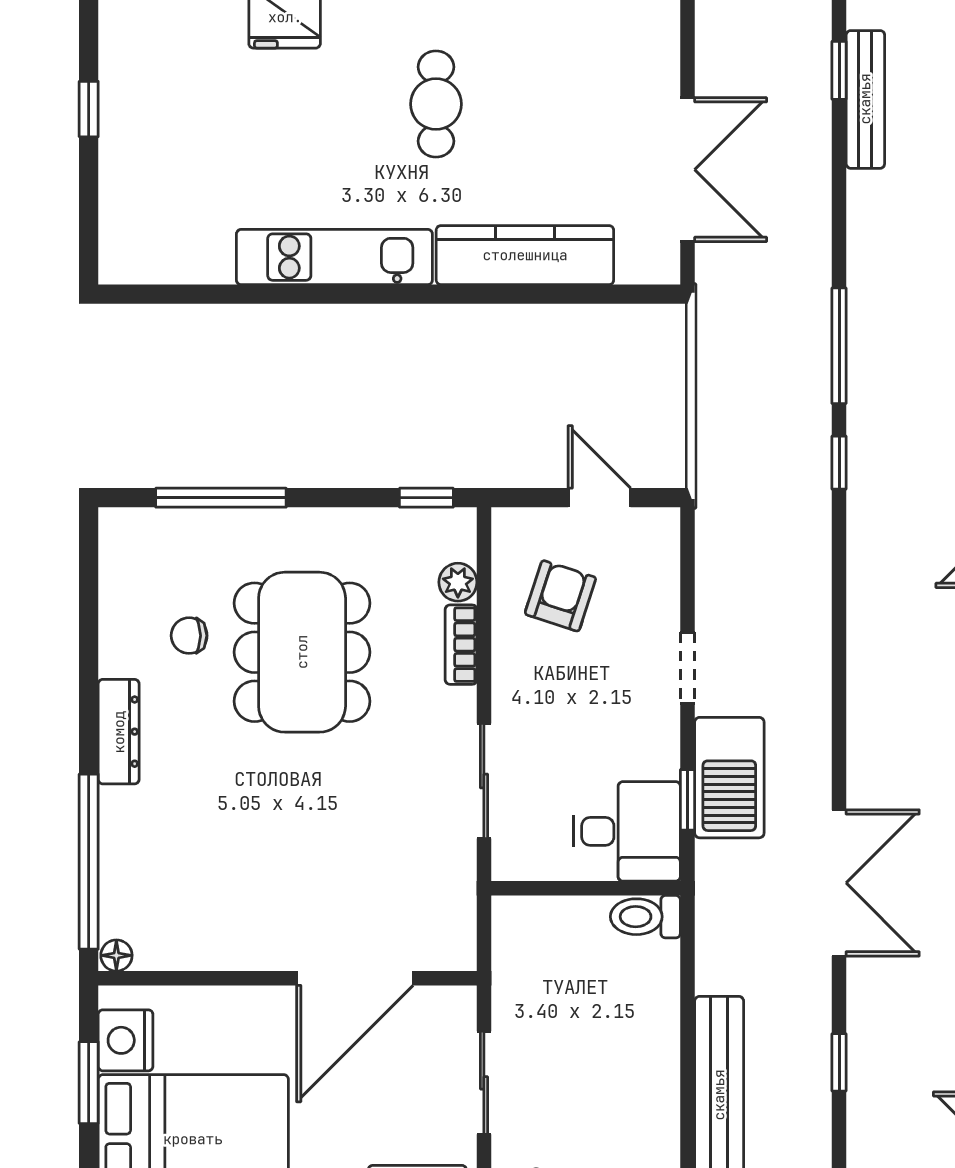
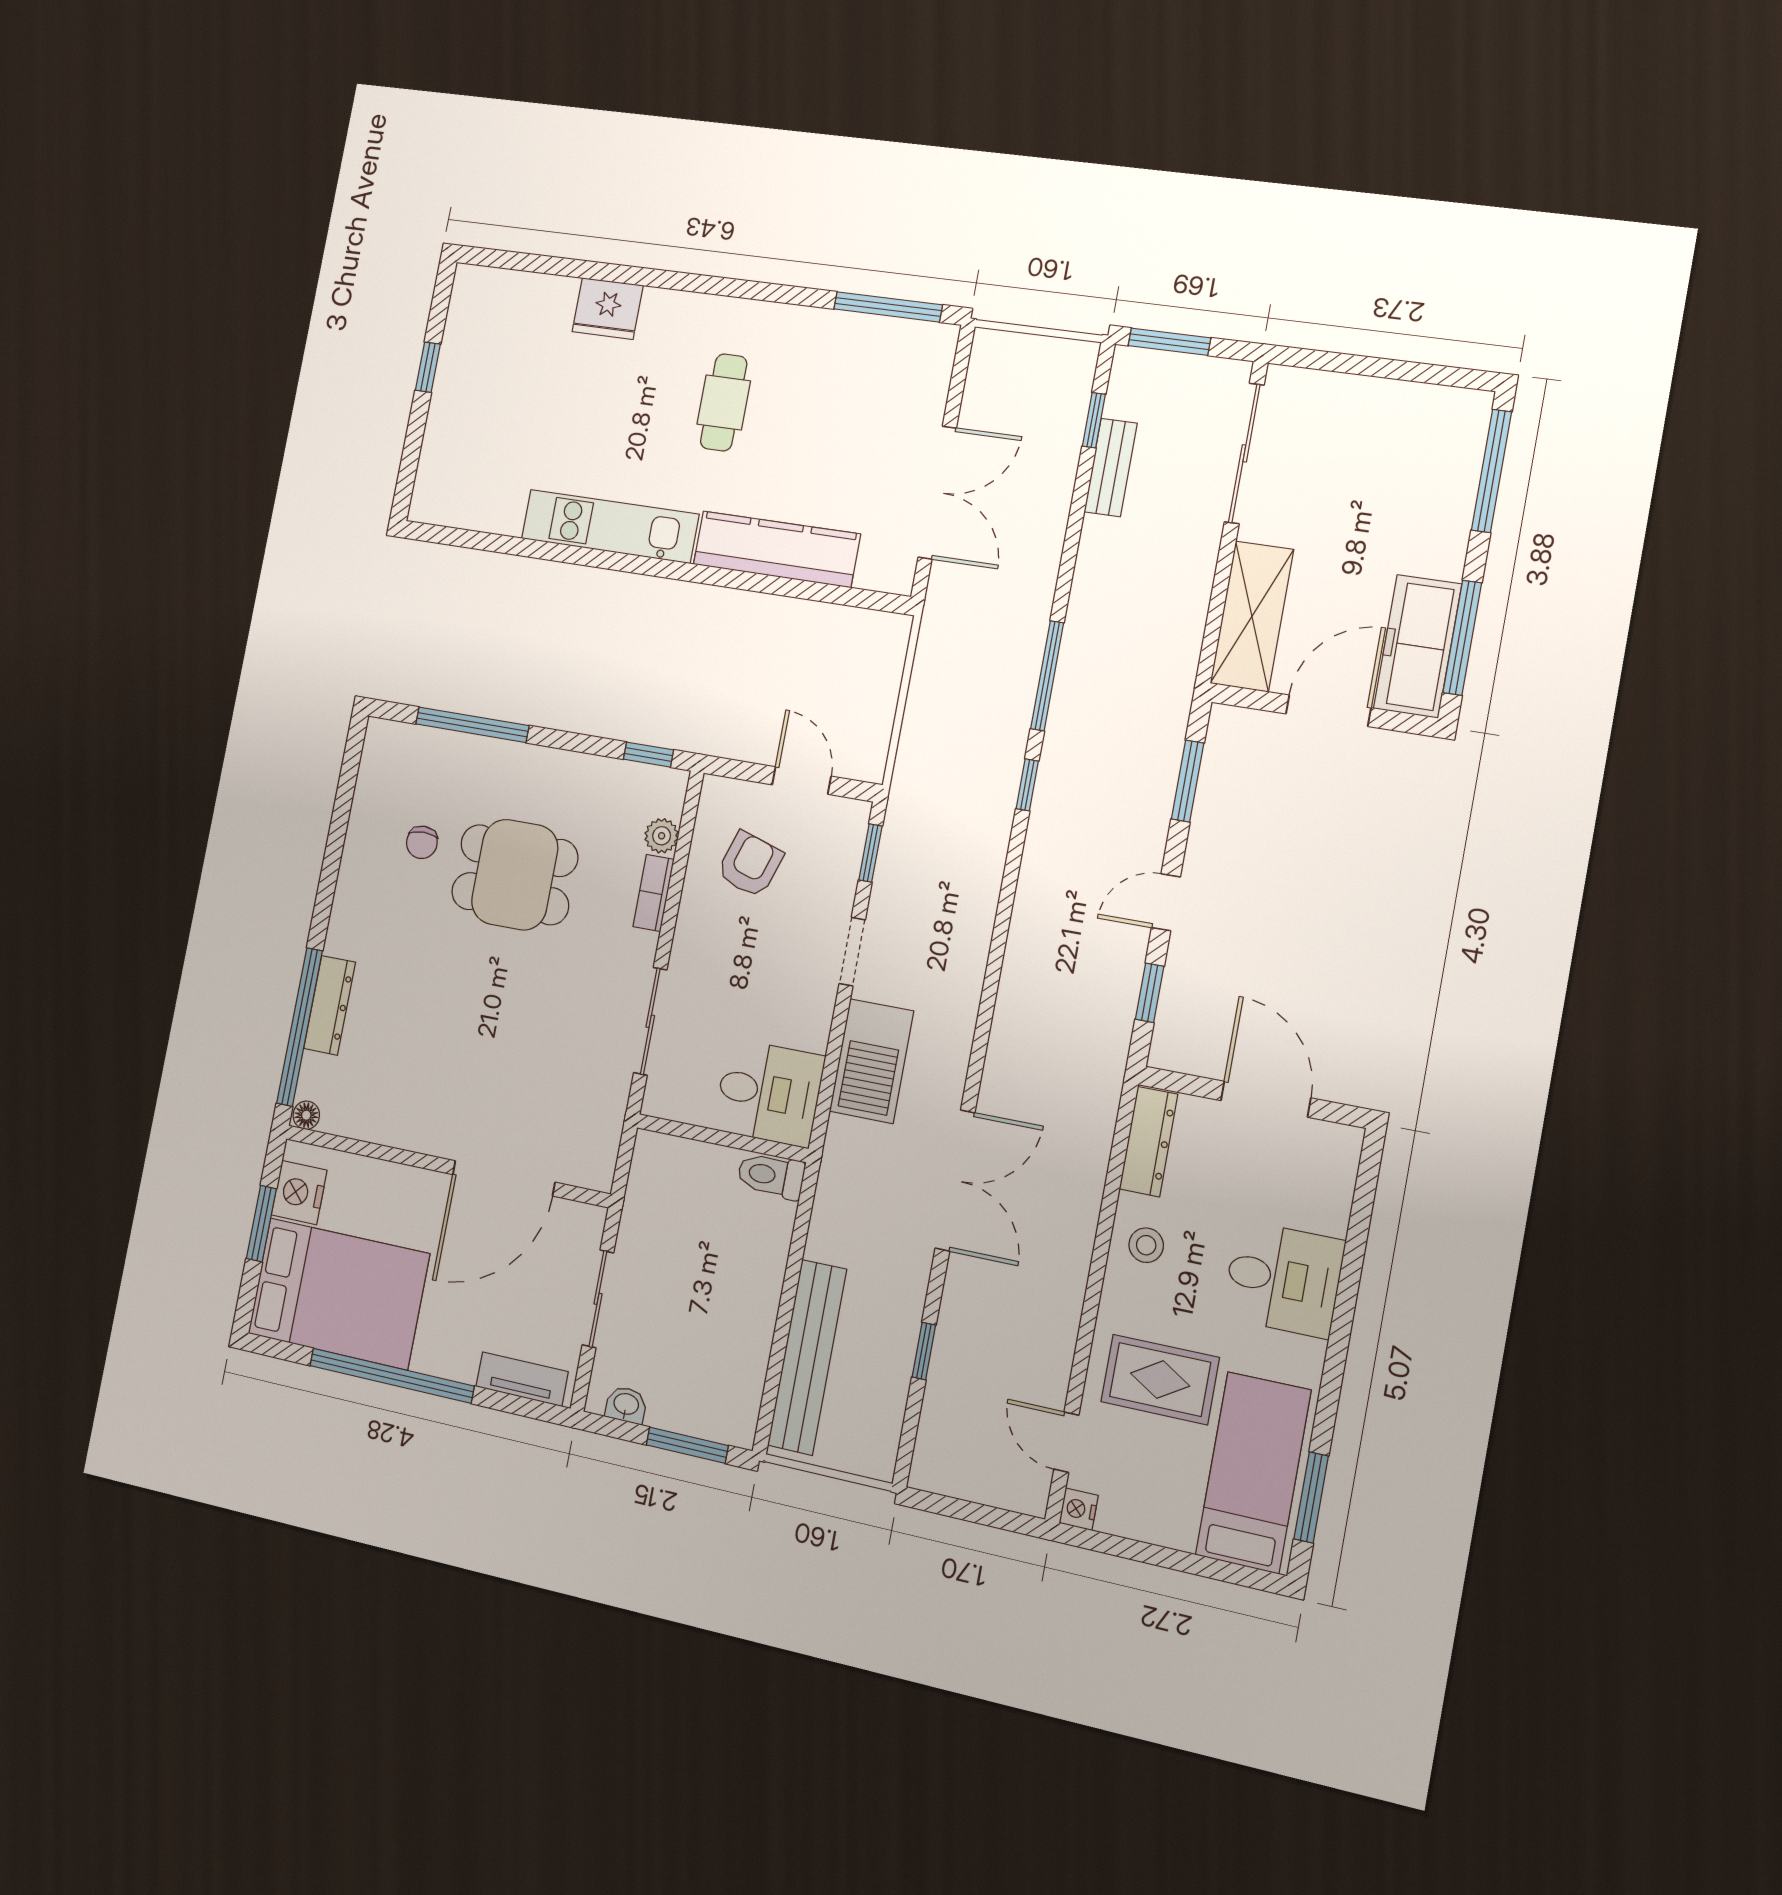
bench: (865, 99) -> (1111, 468), width x0.73
chair: (189, 636) -> (422, 842), turned -90
dining table: (302, 652) -> (515, 875), width x0.73
dresser: (119, 732) -> (330, 1005), moved
window: (688, 800) -> (870, 853), moved

